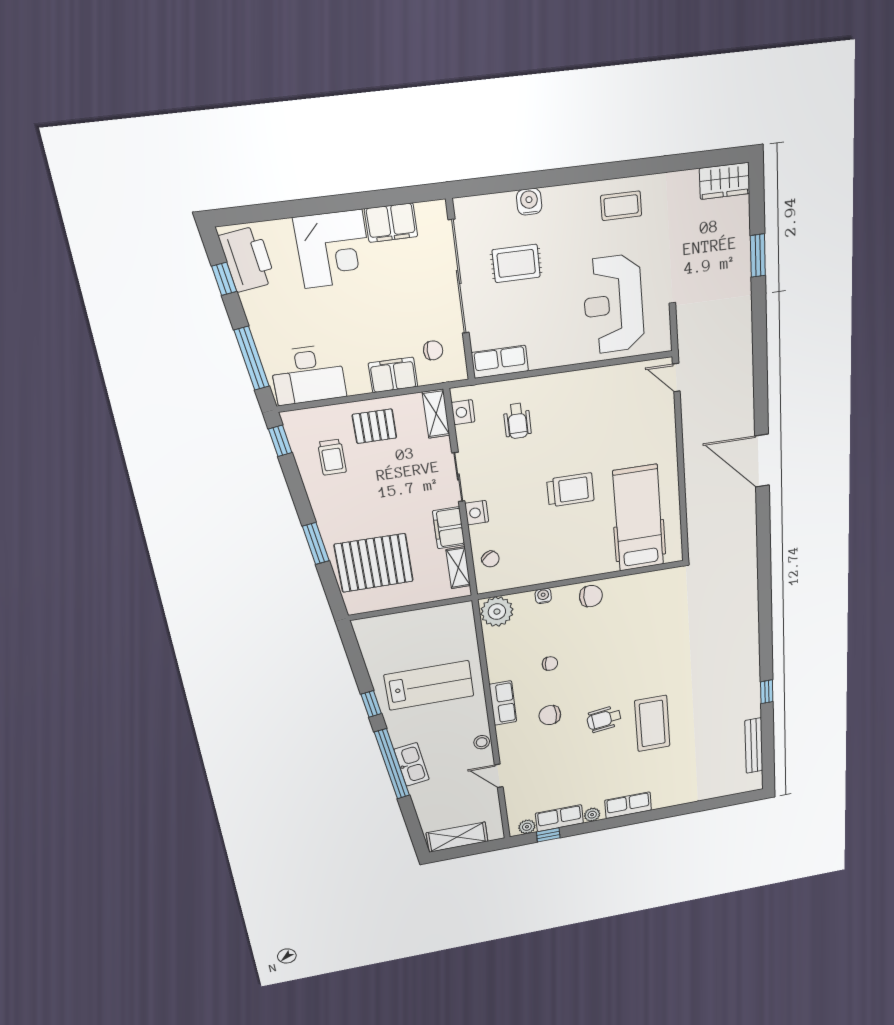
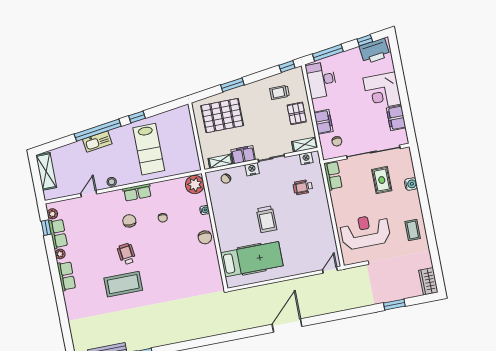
pallet: (374, 563) -> (222, 116), turned 90

